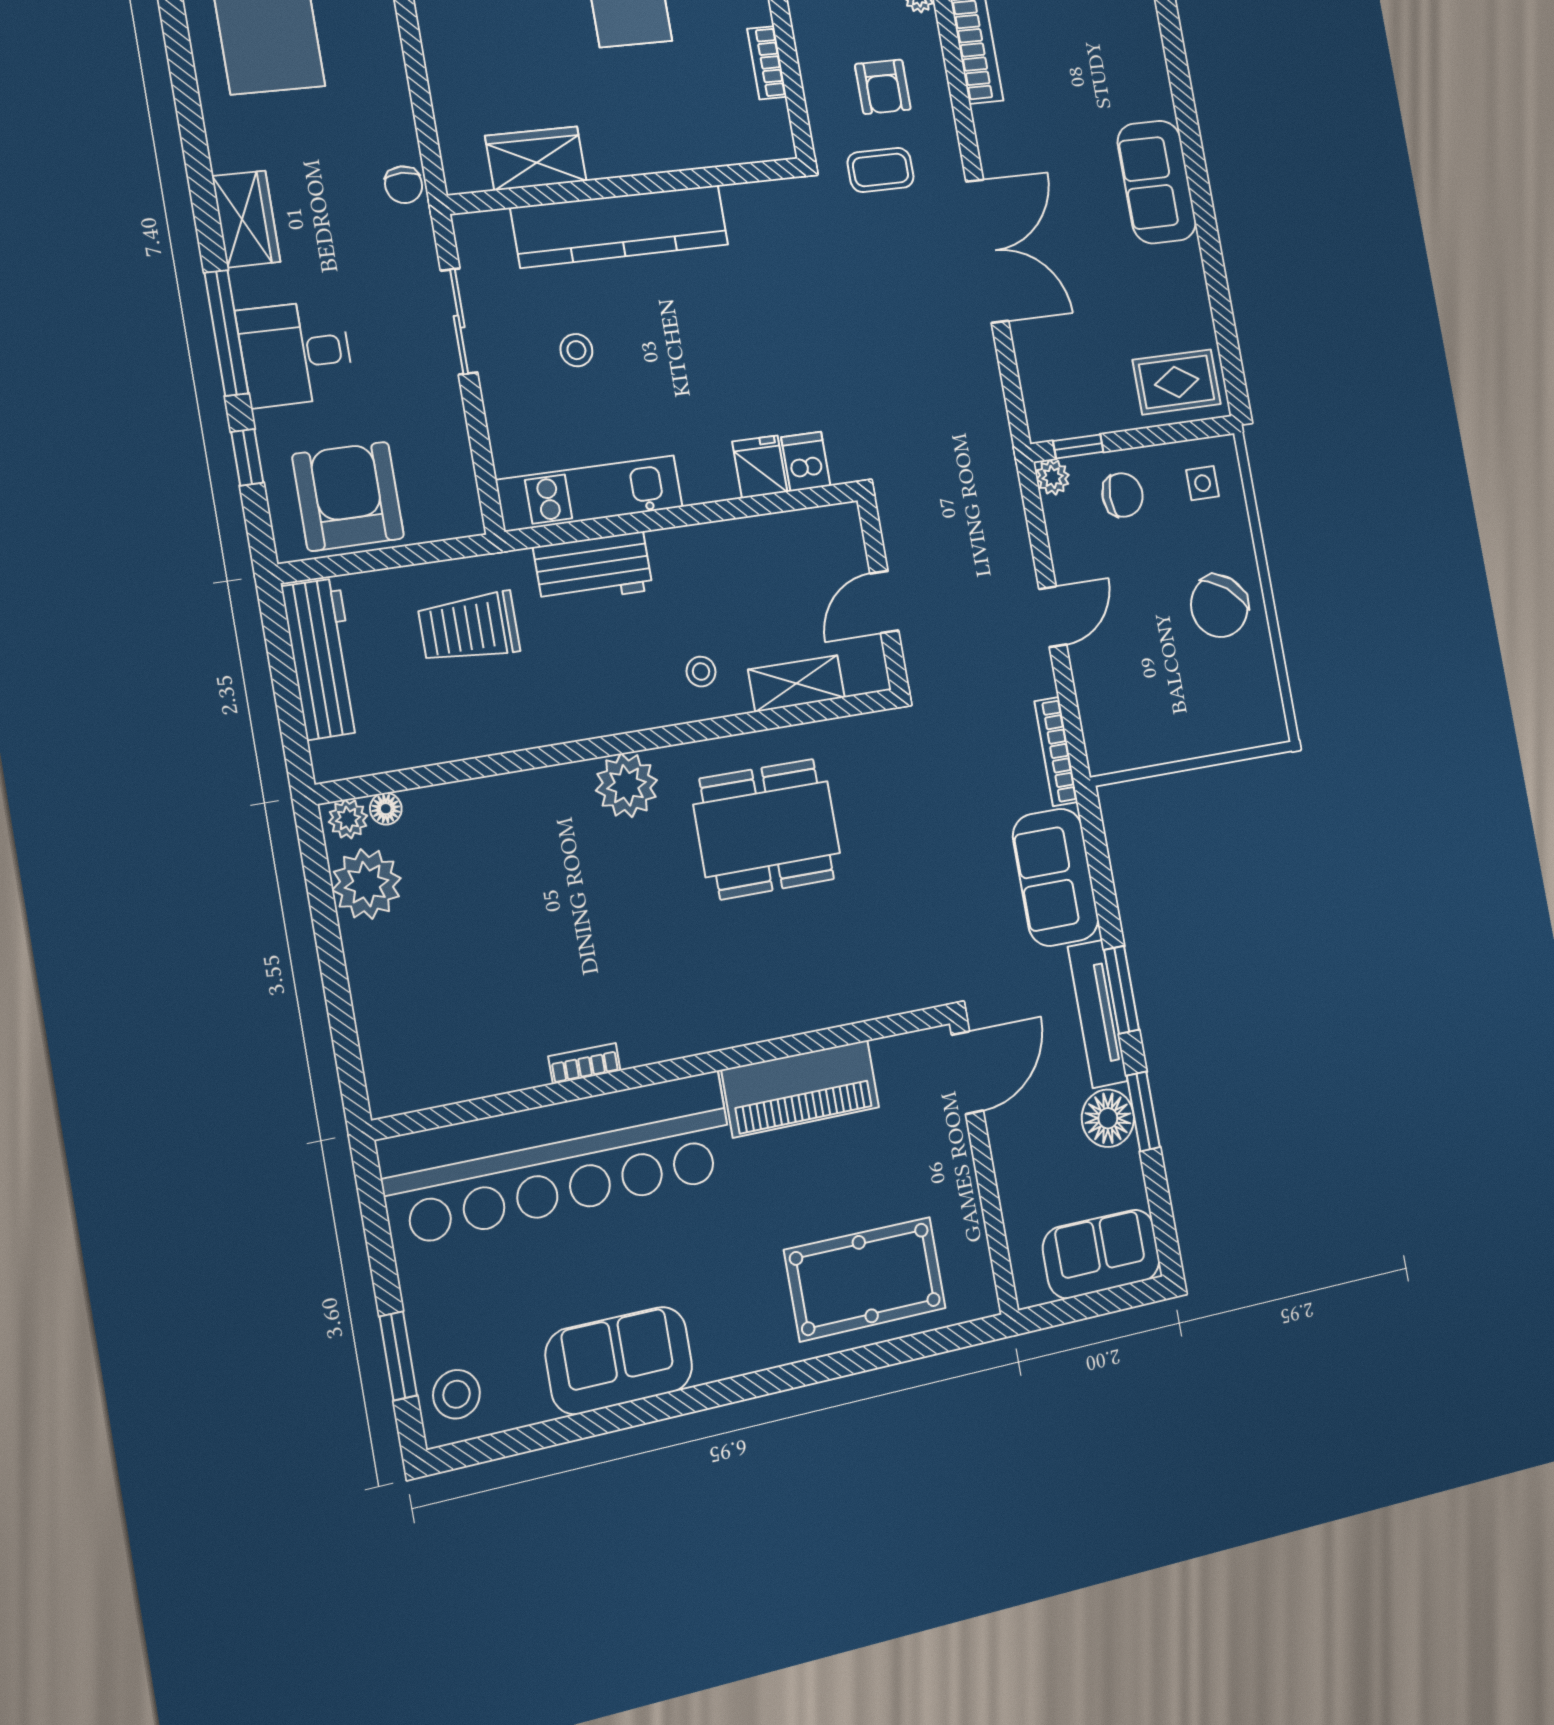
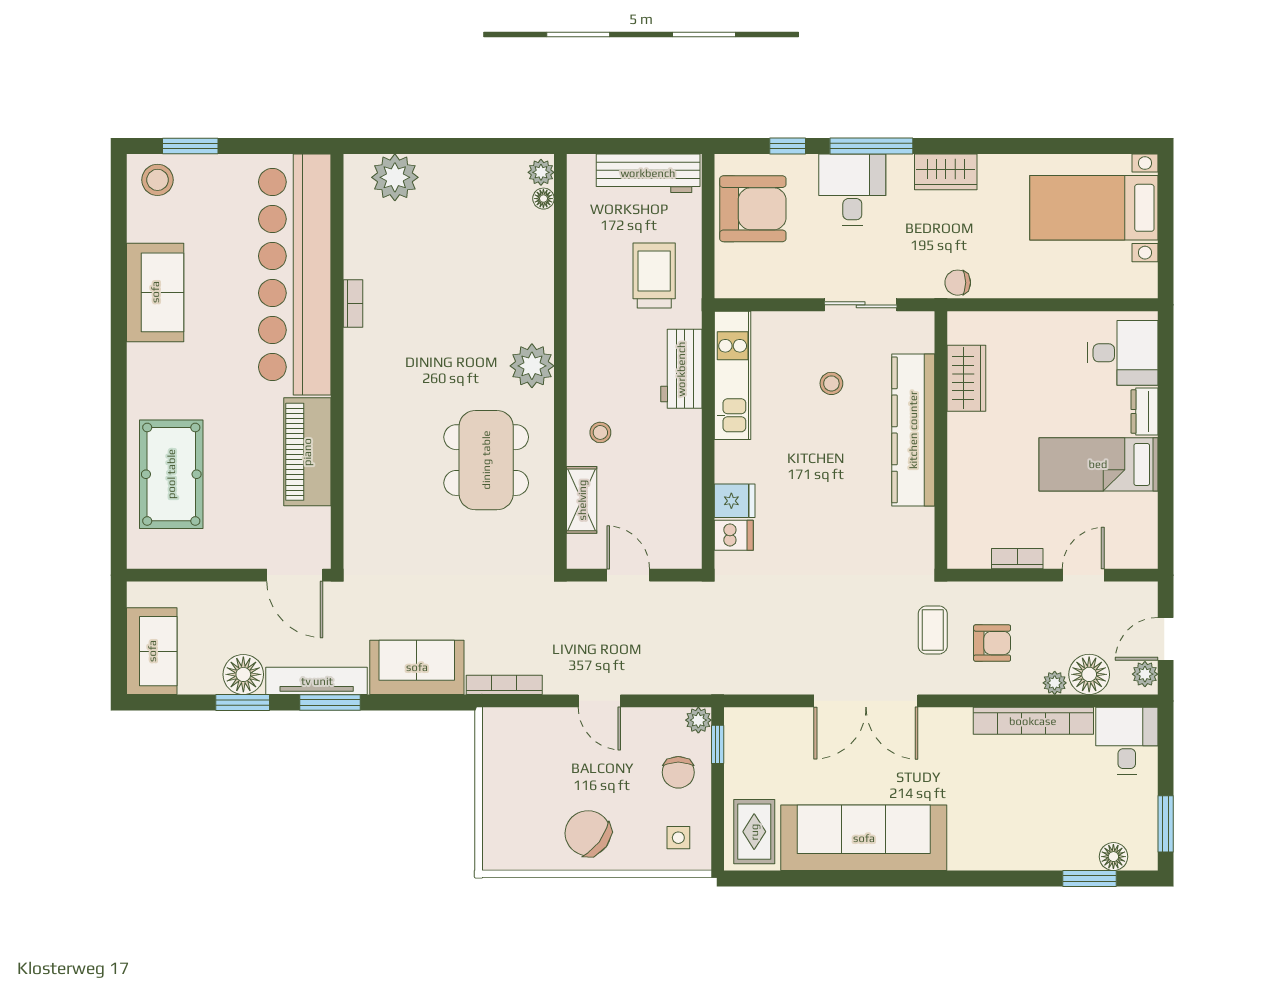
armchair: (883, 87) -> (992, 643), turned 180
sofa: (1157, 182) -> (864, 838), width x1.85, depth x1.27
plant: (367, 884) -> (395, 177), moved

